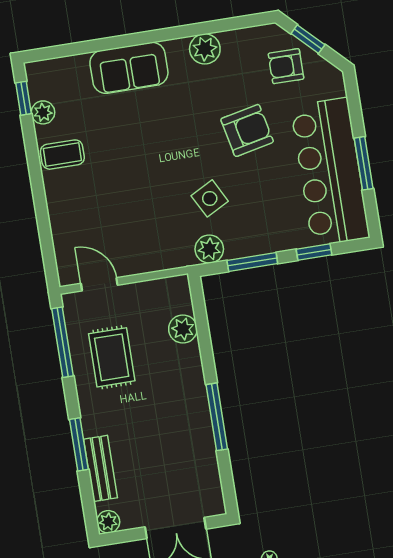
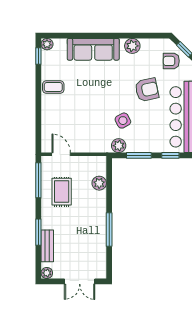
sofa: (129, 68) -> (93, 49), width x1.36
plant: (43, 112) -> (47, 44), moved

